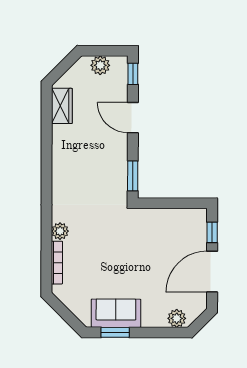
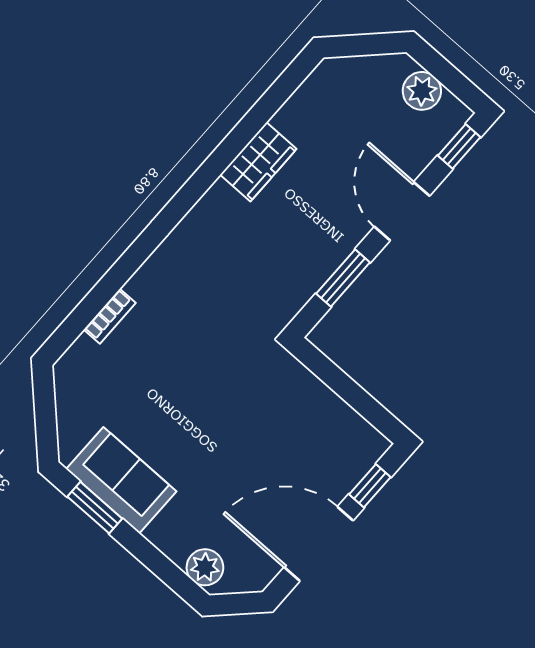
wardrobe: (62, 106) -> (258, 162), moved
window: (133, 176) -> (343, 278), moved
plant: (60, 231) -> (145, 285), removed
bookcase: (57, 263) -> (110, 316), width x0.64

